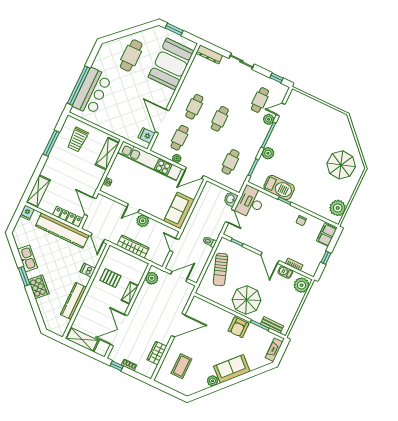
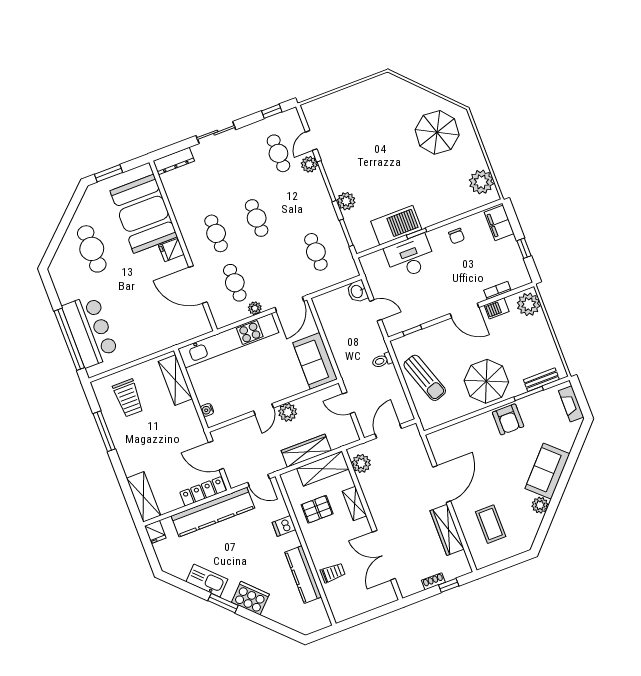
fridge: (146, 135) -> (171, 250), moved
desk: (251, 202) -> (410, 257), moved, turned 90
trolley: (88, 314) -> (333, 573), added
shelving: (82, 340) -> (323, 469), moved
wardrobe: (157, 353) -> (447, 530), width x1.50
window: (117, 366) -> (449, 585), moved

